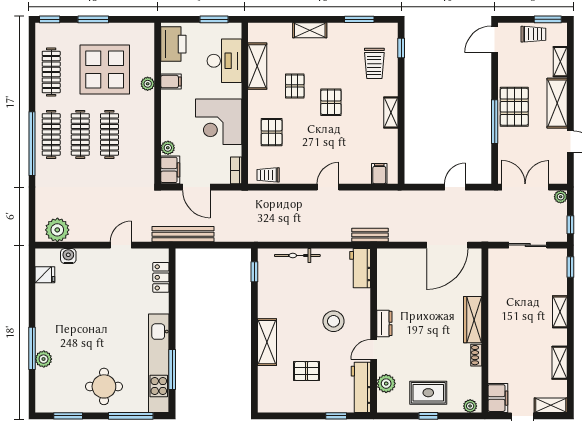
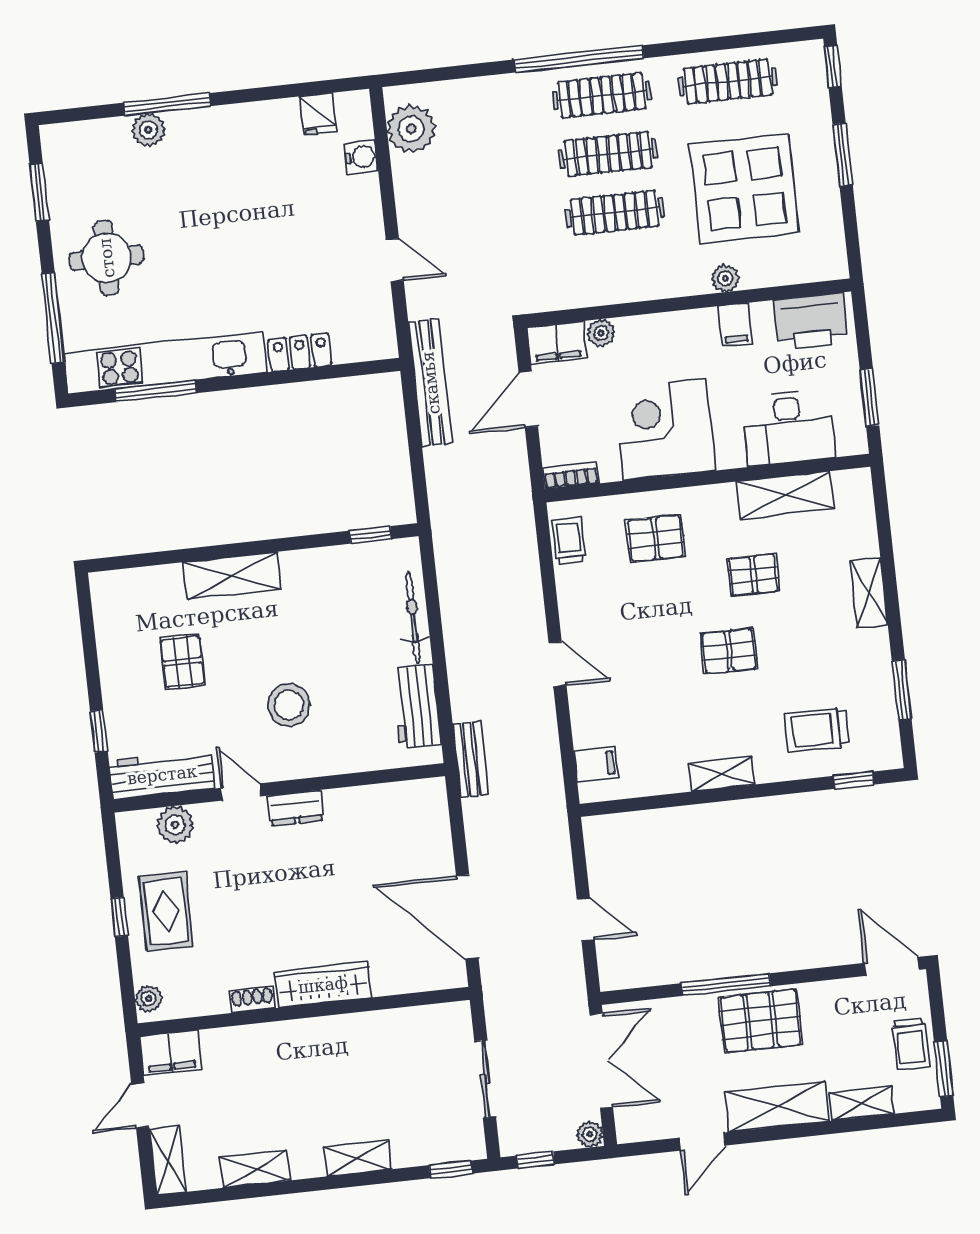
workbench: (360, 268) -> (417, 706), moved, turned -90
locker: (161, 277) -> (300, 352), moved

